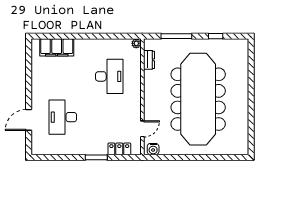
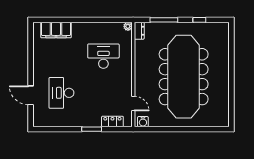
dresser: (149, 60) -> (139, 31), moved
desk: (109, 76) -> (103, 56), turned -90
door: (29, 120) -> (31, 95), hinge flipped
door: (142, 129) -> (133, 103), hinge flipped

